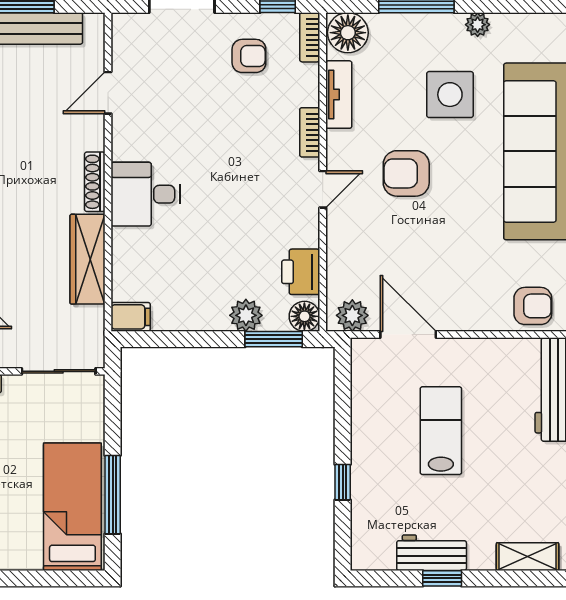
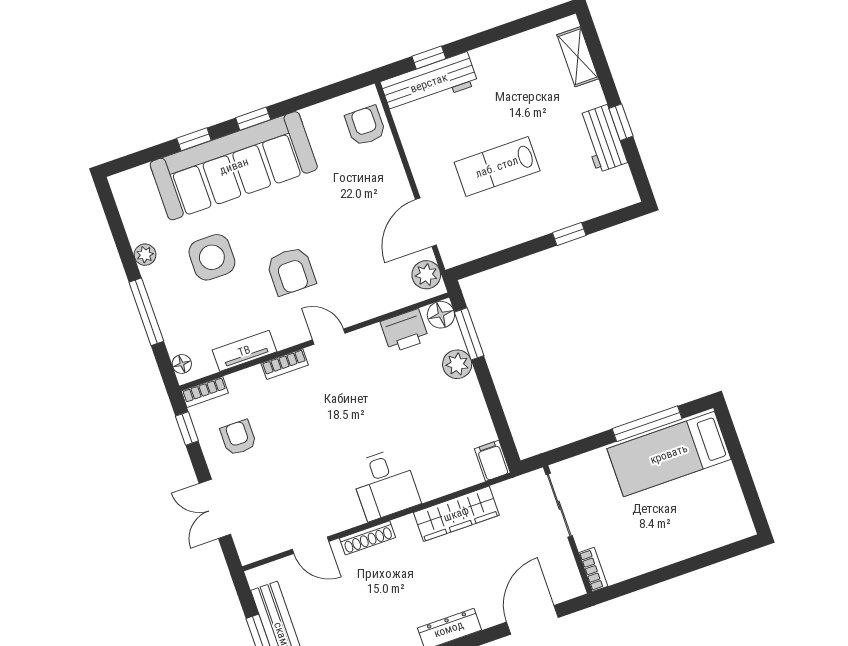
floor lamp: (348, 33) -> (182, 364), width x0.53, depth x0.53
shoe rack: (95, 182) -> (367, 538), moved

